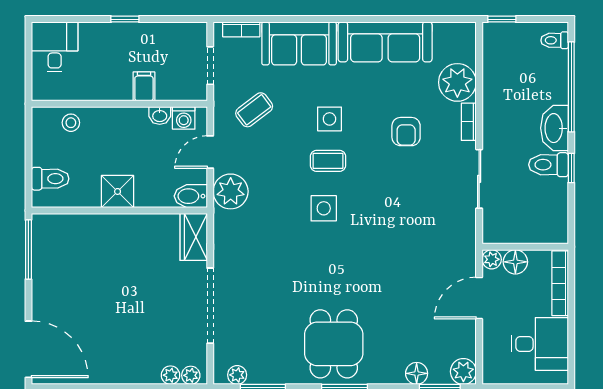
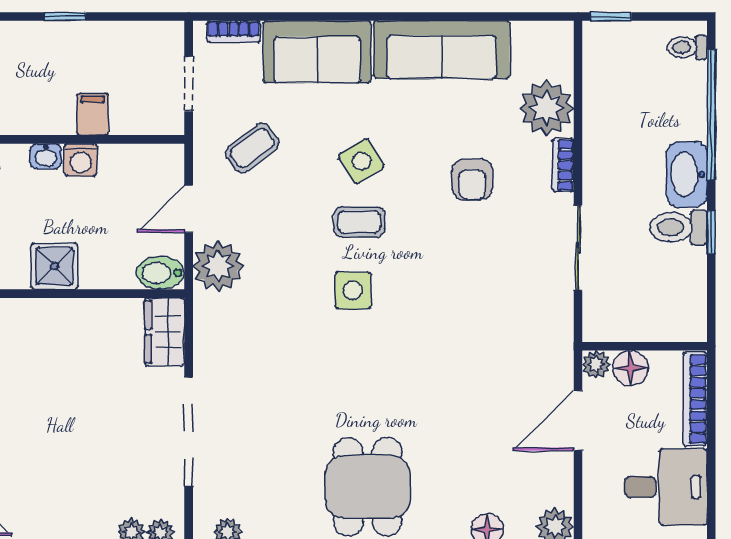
washbasin: (160, 116) -> (46, 156), moved
washing machine: (184, 118) -> (81, 160), moved
side table: (329, 119) -> (361, 161), turned -33

